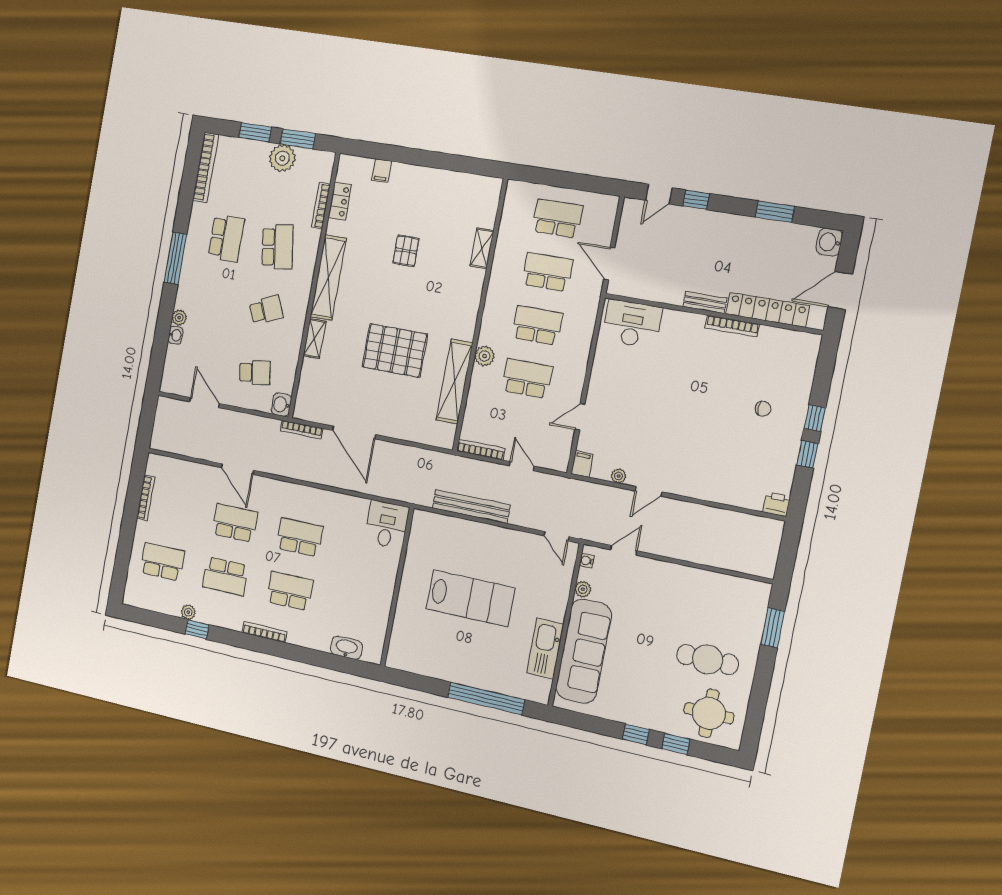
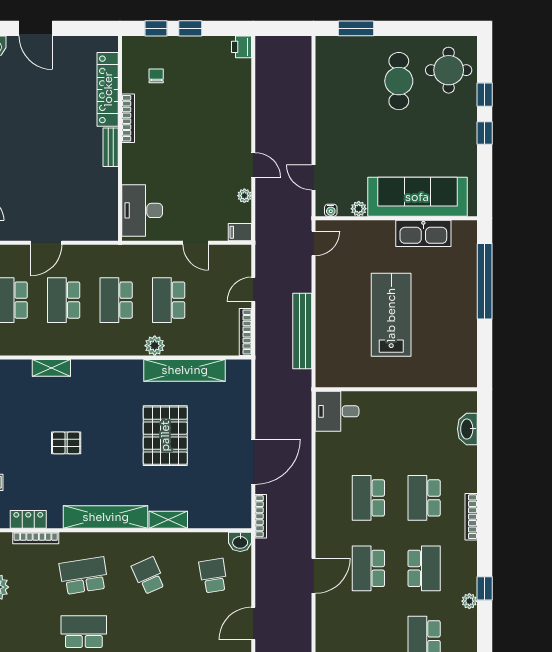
bench: (705, 303) -> (111, 147), moved
locker: (767, 310) -> (108, 89), moved
wall: (712, 314) -> (120, 138), moved
desk: (632, 324) -> (142, 210), moved
bookcase: (732, 326) -> (128, 118), moved

